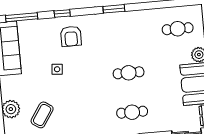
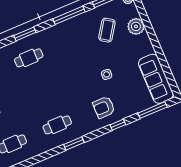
armchair: (71, 36) -> (104, 107), turned -90
cafe table: (129, 73) -> (57, 125), moved

